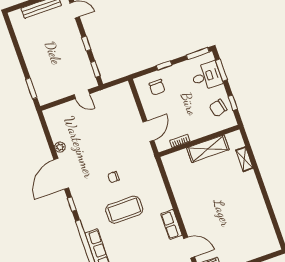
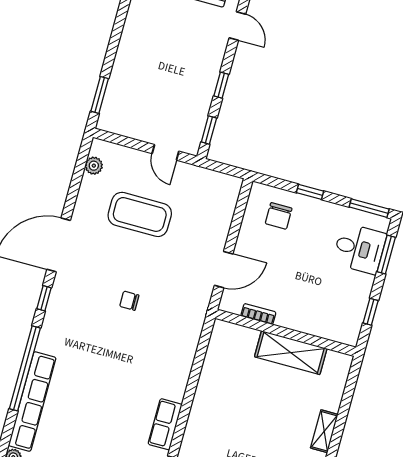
chair: (218, 108) -> (345, 305), removed
plant: (60, 147) -> (94, 166), moved
shelving: (244, 159) -> (324, 431), moved
coffee table: (124, 210) -> (140, 214), moved

